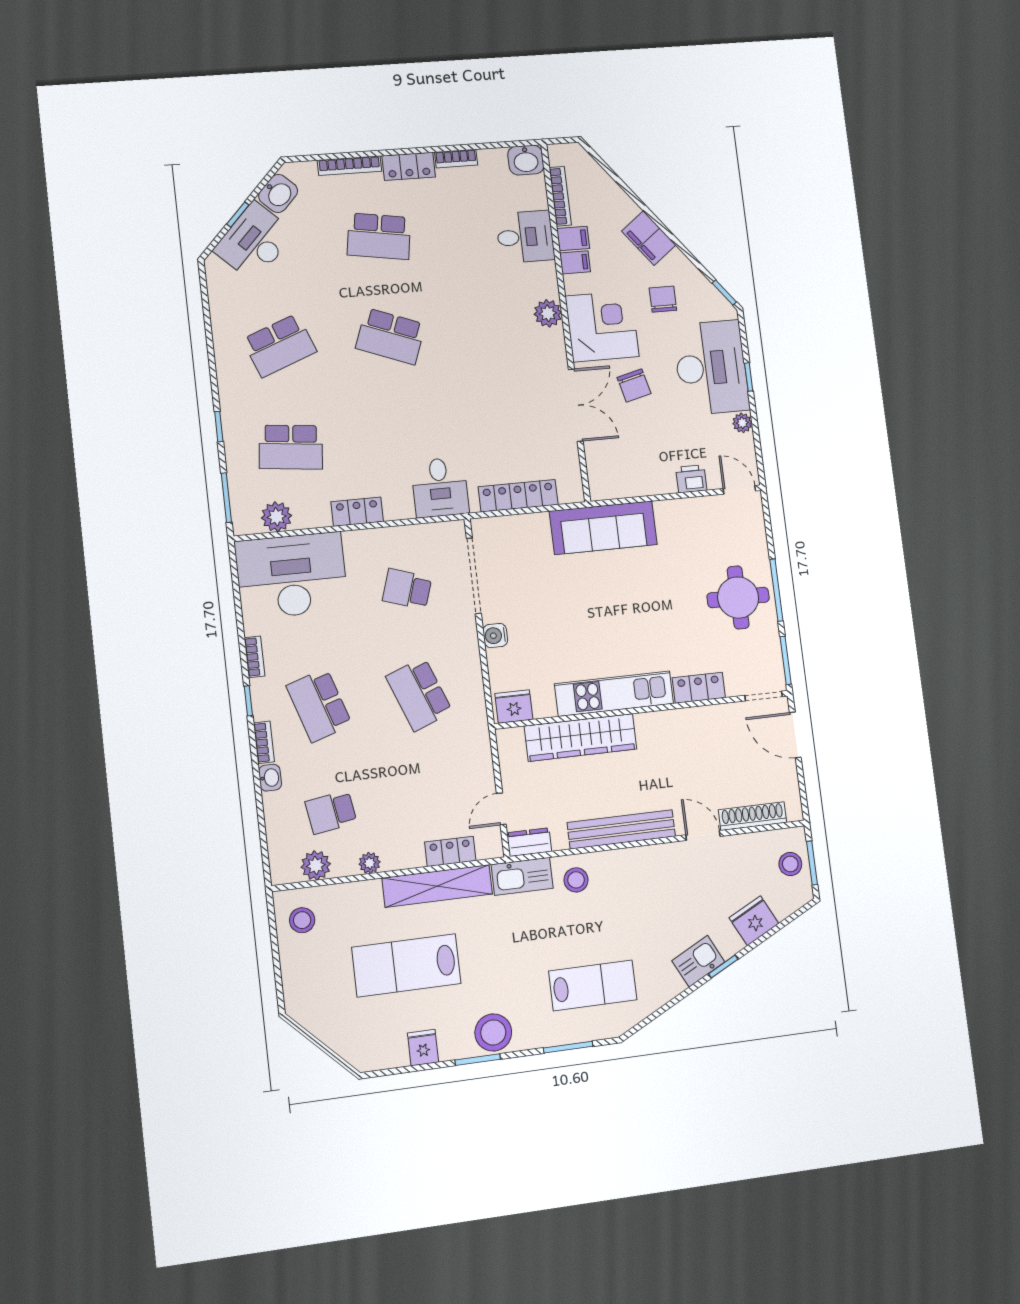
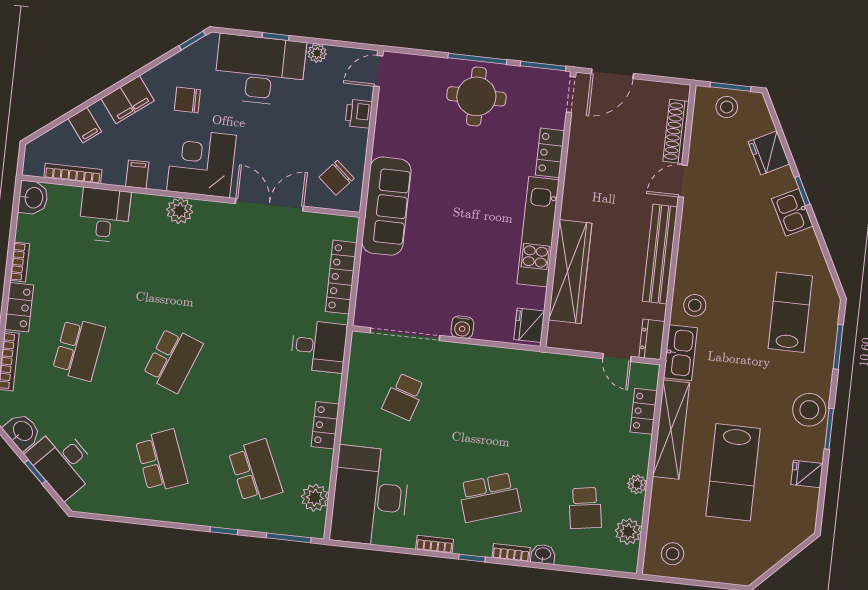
filing cabinet: (573, 238) -> (85, 125), moved, turned 143
chair: (634, 385) -> (337, 178), moved, turned 145
school desk: (291, 447) -> (255, 471), turned -30
school desk: (419, 694) -> (499, 407), removed

